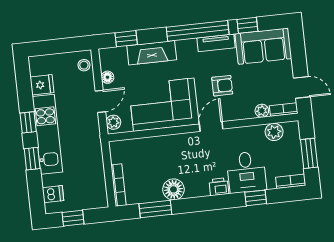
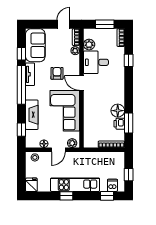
fridge: (42, 85) -> (31, 185), moved
door: (100, 101) -> (58, 150), swing flipped
window: (32, 159) -> (107, 196), moved
desk: (246, 172) -> (96, 62), moved, turned 180
printer: (219, 187) -> (119, 124), moved

